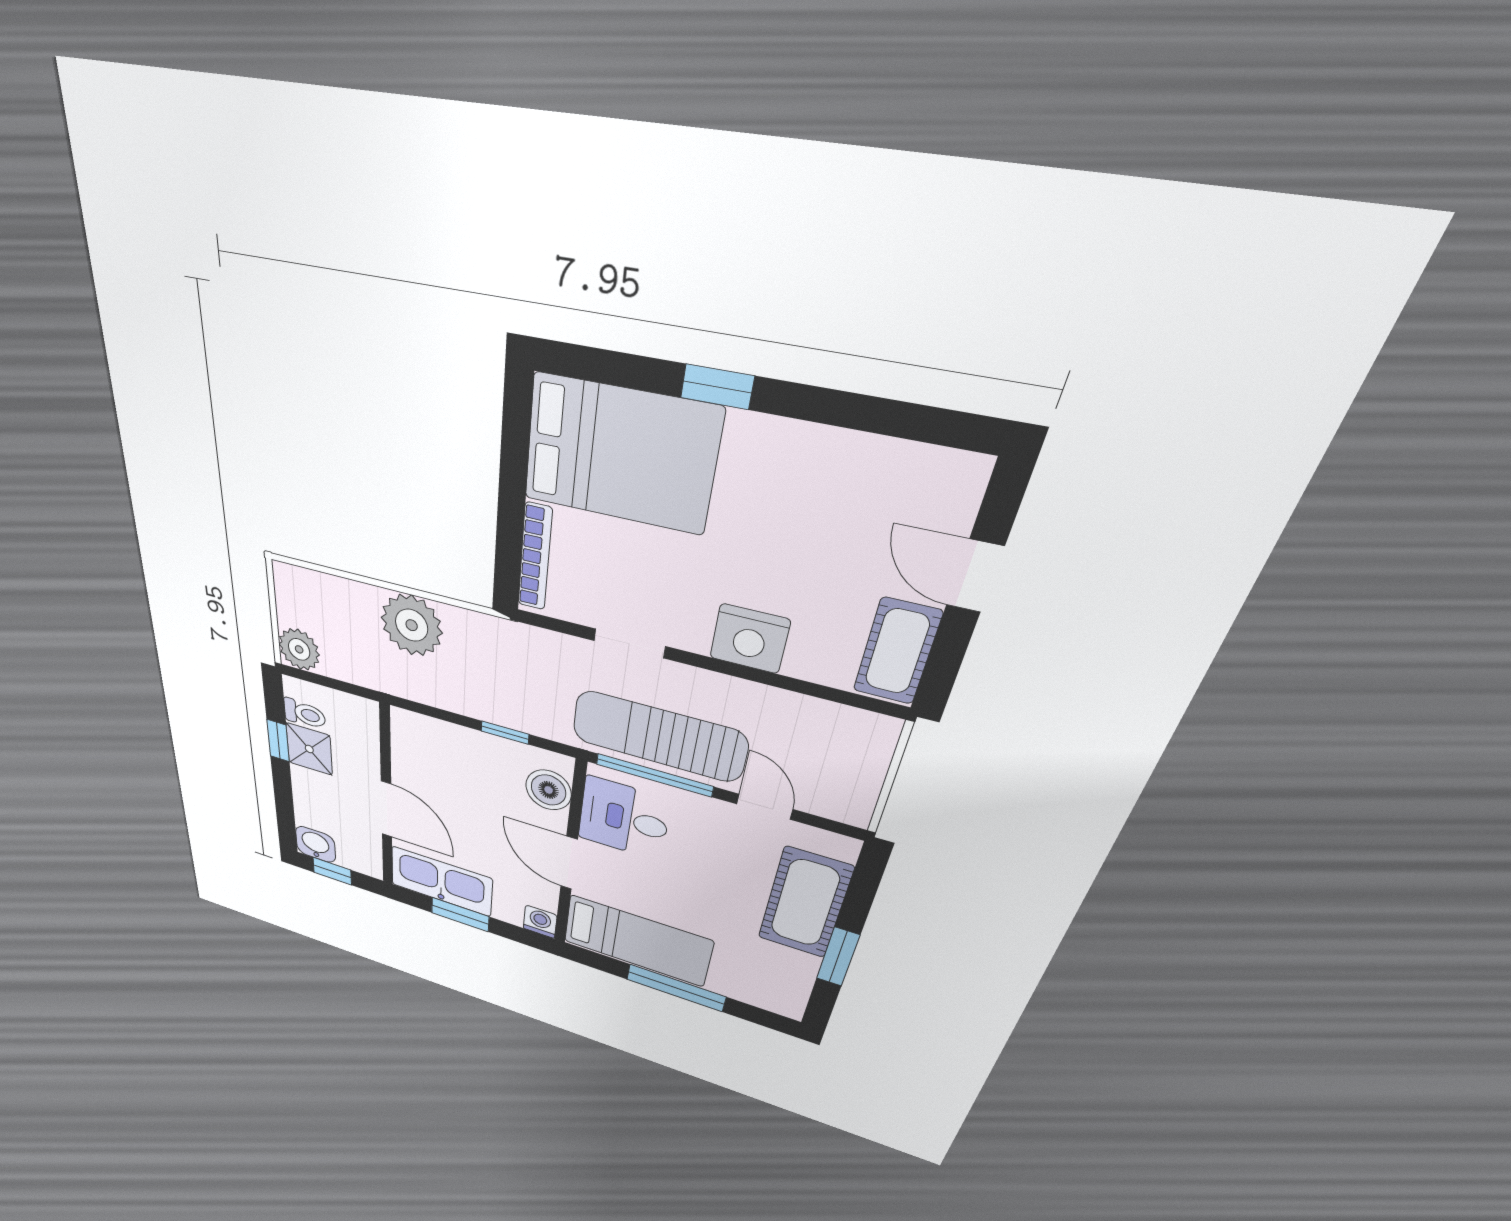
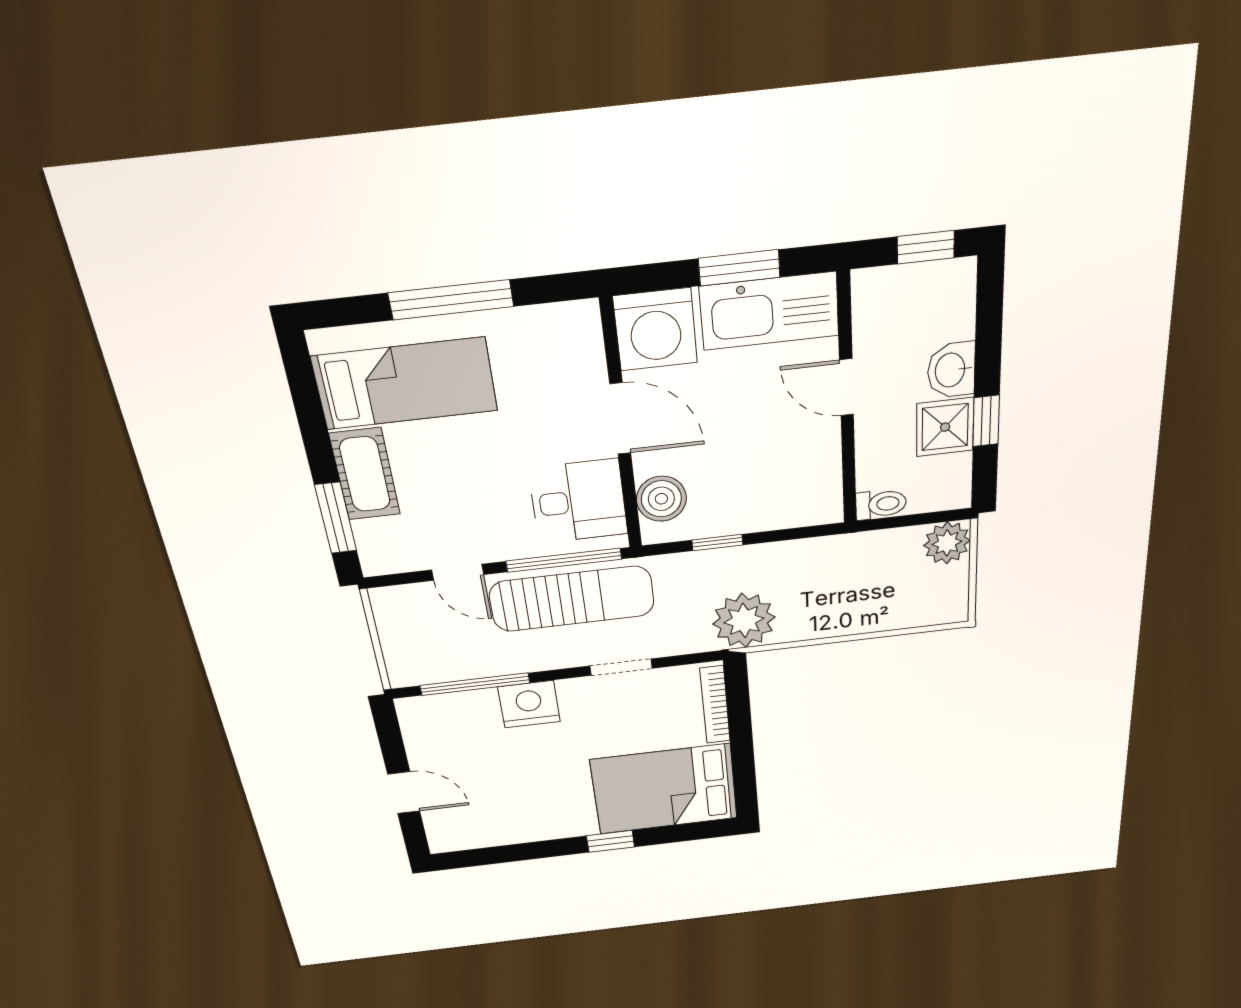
plant: (412, 625) -> (744, 620), moved
cot: (897, 651) -> (424, 733), removed
window: (803, 687) -> (475, 684), added
toilet: (305, 714) -> (881, 504), moved, turned 180
door: (386, 809) -> (846, 387), width x0.73
washbasin: (316, 844) -> (951, 370), moved, turned 90
cot: (805, 903) -> (365, 474), width x0.73, depth x0.75
washing machine: (540, 922) -> (655, 330), width x1.89, depth x1.89
bed: (637, 941) -> (405, 384), moved, turned 180
window: (838, 957) -> (336, 518), moved

